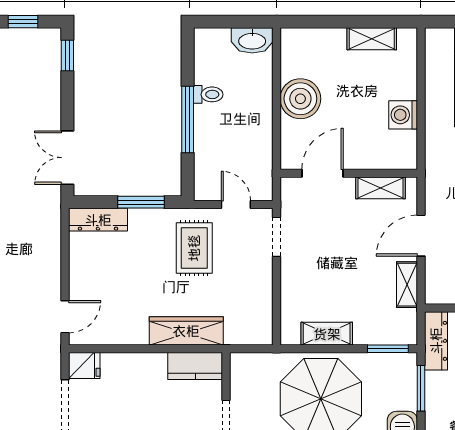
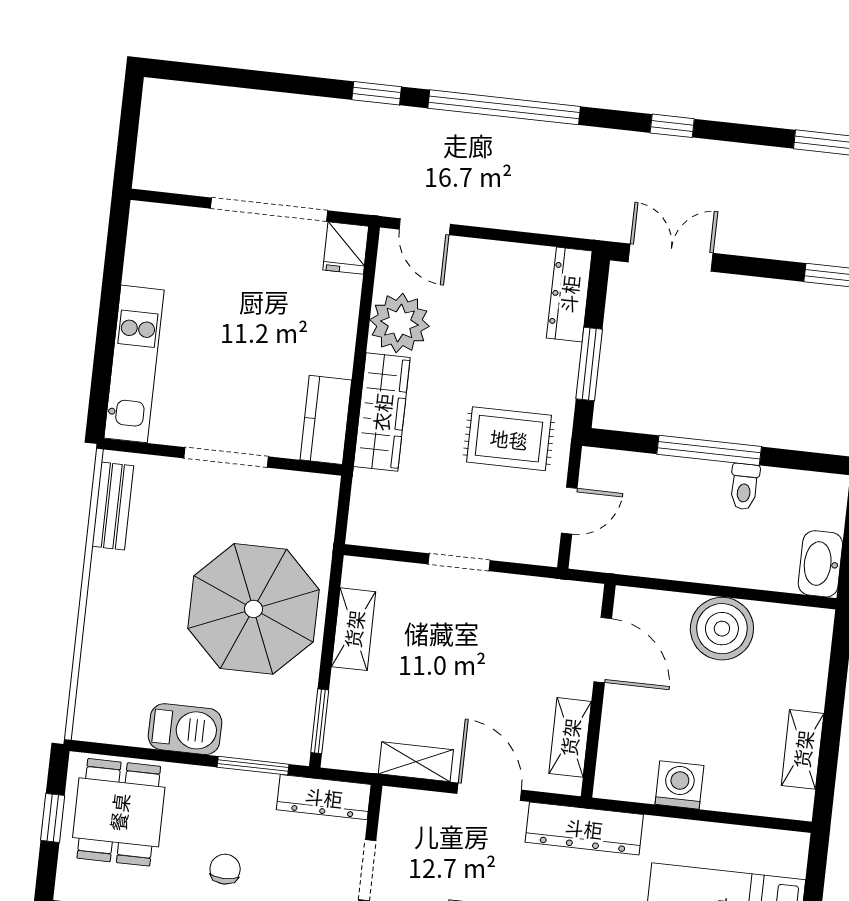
dresser: (438, 173) -> (584, 828), added
doorway: (277, 237) -> (459, 562), moved
plant: (128, 326) -> (399, 323), added

